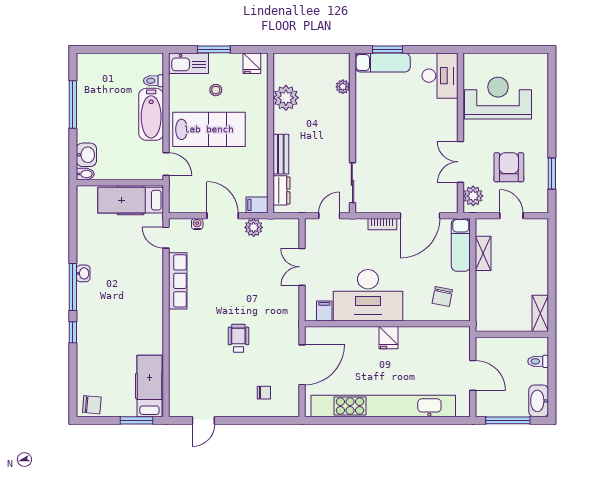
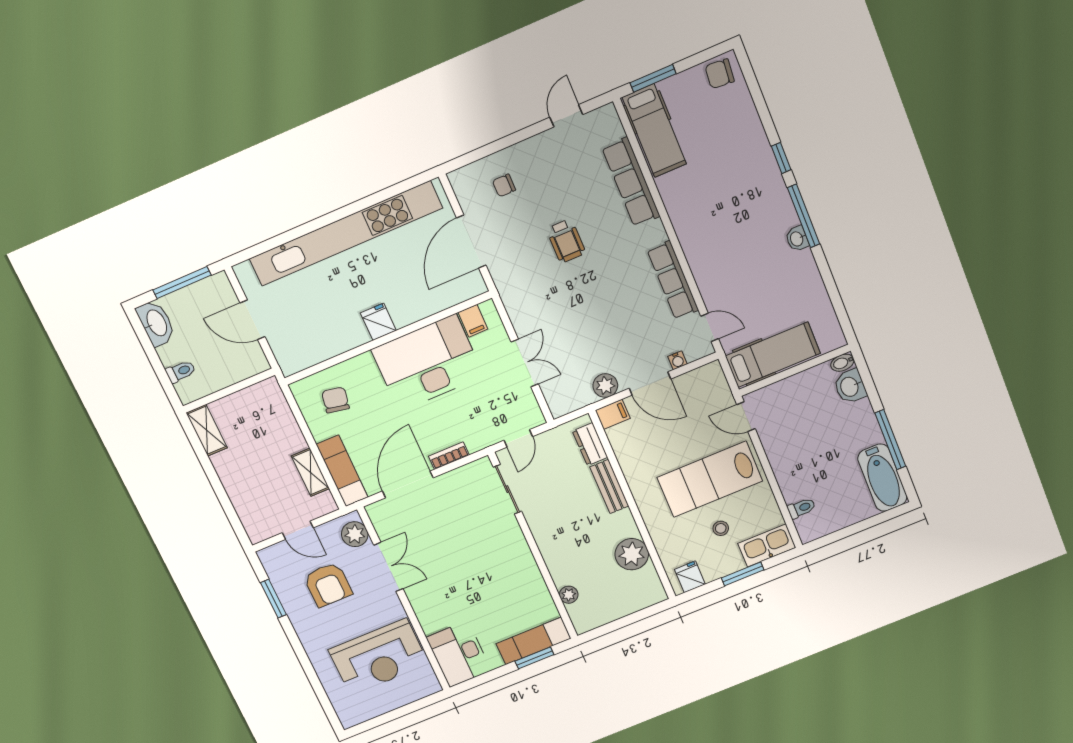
bathtub: (151, 114) -> (882, 478), moved, turned 180
row of seats: (179, 359) -> (631, 182), added

